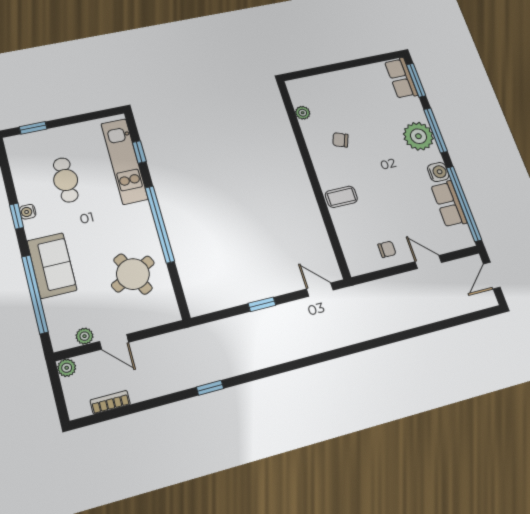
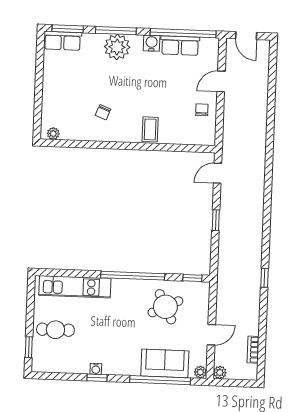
plant: (303, 113) -> (53, 134), moved
window: (139, 152) -> (192, 278), moved
cafe table: (66, 180) -> (55, 330), moved
sofa: (52, 265) -> (165, 363), moved
plant: (85, 336) -> (200, 372), moved

